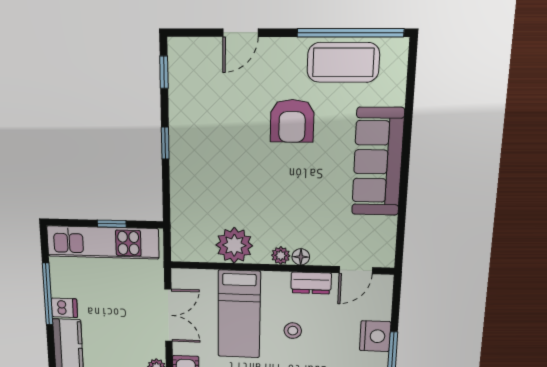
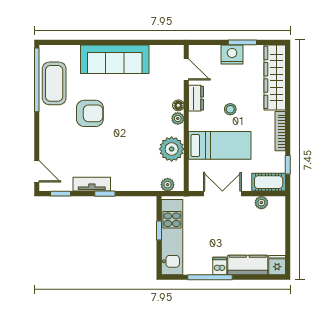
door: (240, 33) -> (37, 171), moved
tv unit: (180, 123) -> (92, 184), added
plant: (180, 238) -> (168, 185), added

